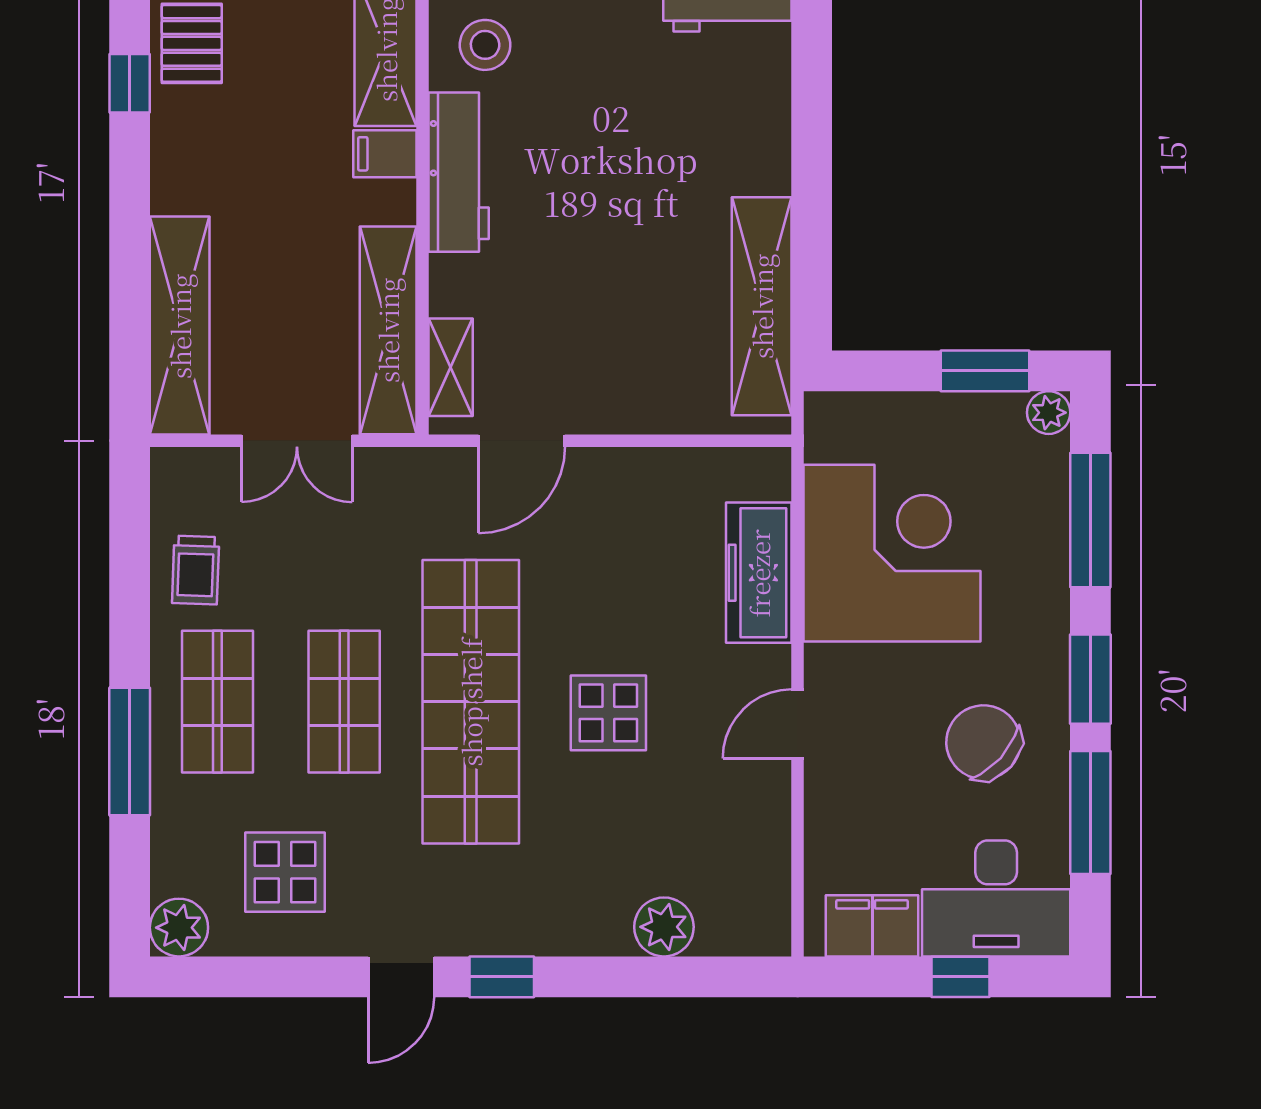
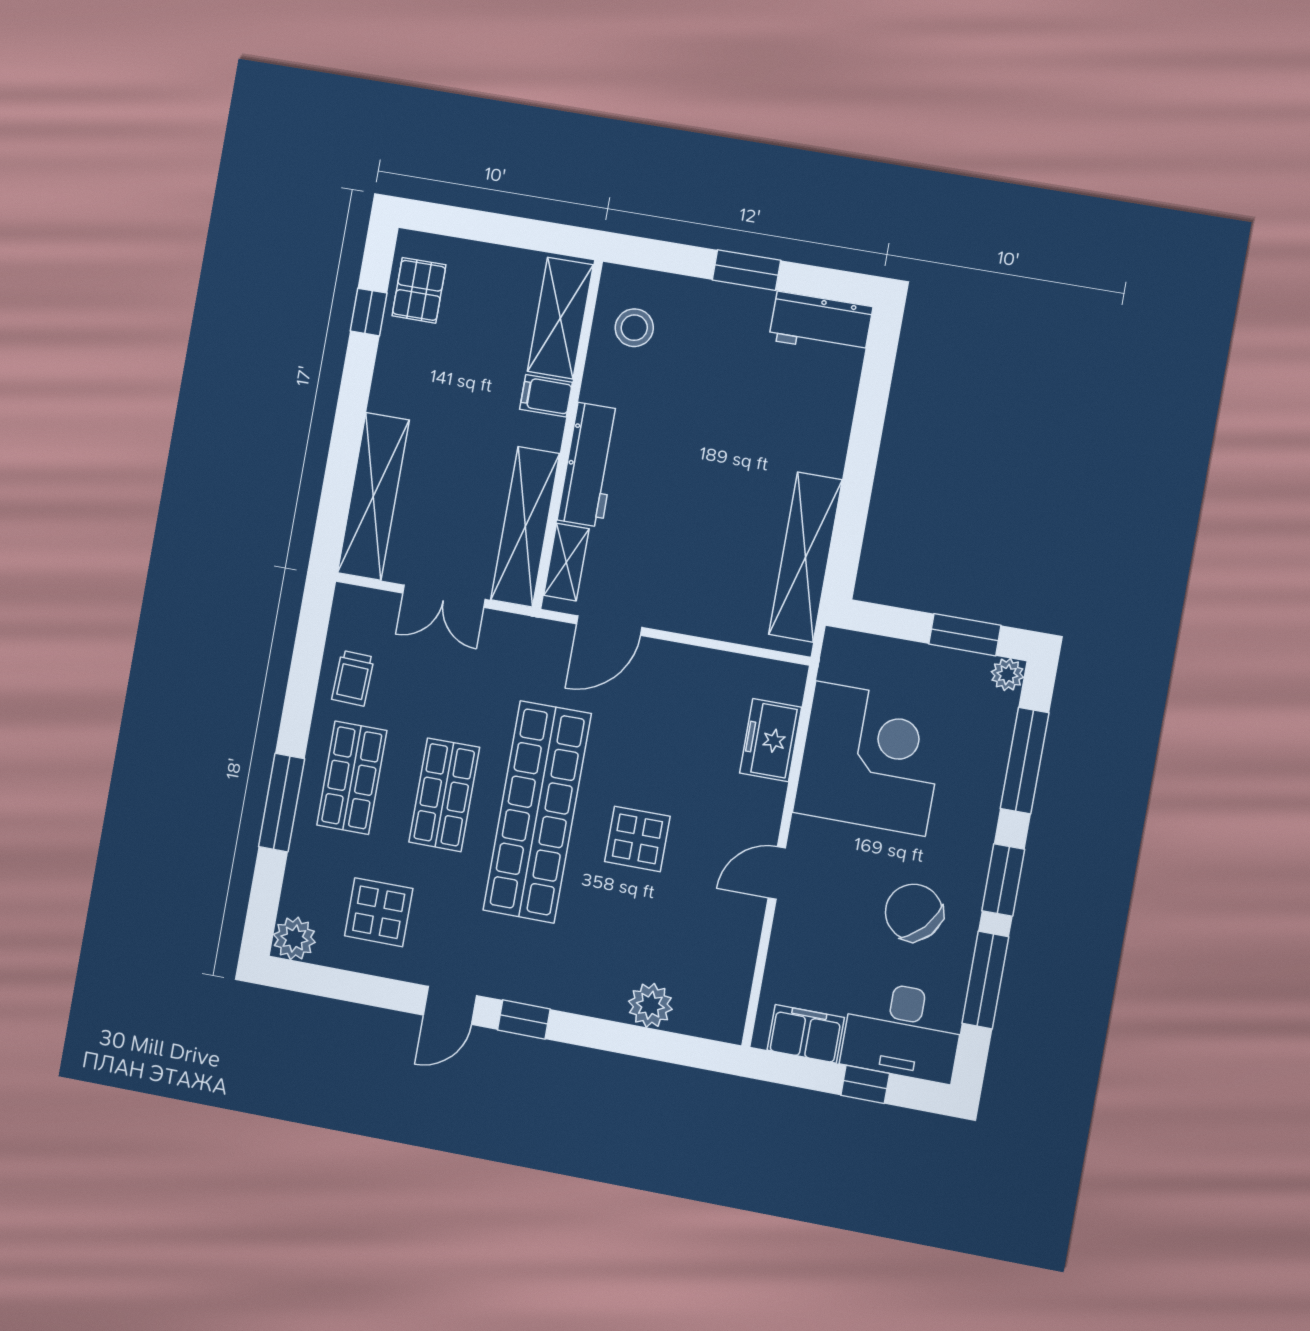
workbench: (459, 172) -> (590, 465), moved
freezer: (759, 573) -> (771, 740), width x0.71

